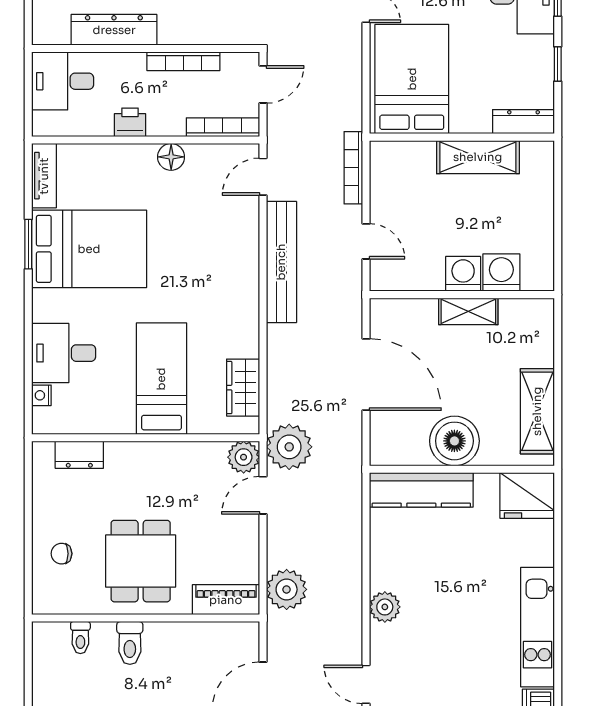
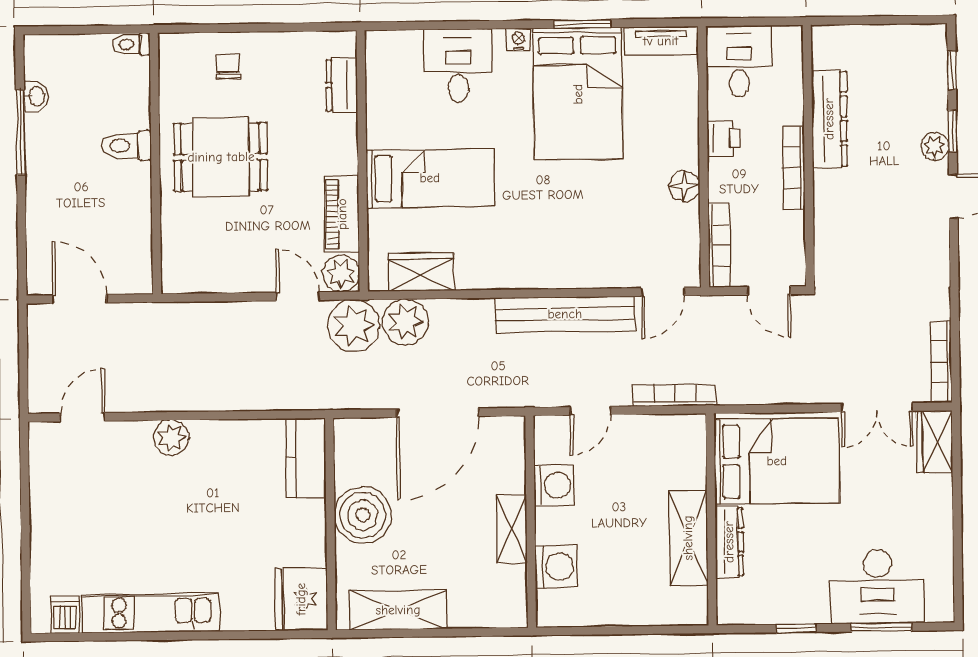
bookcase: (183, 61) -> (794, 168), moved
desk: (63, 81) -> (739, 61), moved
dresser: (523, 122) -> (729, 542), moved
door: (263, 177) -> (663, 292), swing flipped
washing machine: (463, 274) -> (554, 485), moved
nightstand: (41, 395) -> (518, 40), moved
kitchen counter: (421, 490) -> (306, 458), width x0.67
plant: (287, 589) -> (405, 322), moved
piano: (226, 600) -> (342, 214), moved, turned 180
toilet: (80, 638) -> (132, 44), moved

